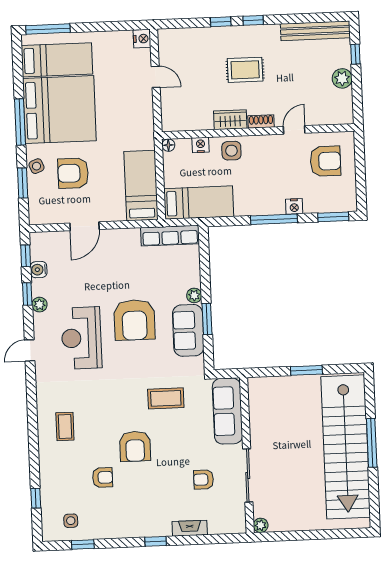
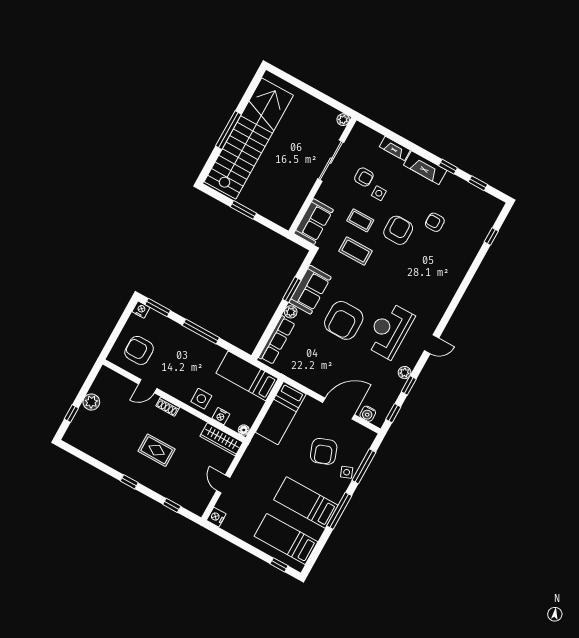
window: (221, 22) -> (172, 505), moved
window: (48, 29) -> (279, 565), width x0.46
bench: (315, 31) -> (90, 447), removed
bed: (59, 110) -> (306, 503), width x0.49
wardrobe: (230, 120) -> (221, 439), moved, width x1.50
armchair: (73, 173) -> (324, 451), turned 70
window: (23, 183) -> (364, 466), width x1.44
nightstand: (294, 206) -> (141, 310), moved
door: (85, 226) -> (339, 409), width x1.36
row of seats: (170, 236) -> (277, 340), moved, turned 90
water cooler: (39, 270) -> (368, 414), moved, turned 90
armchair: (134, 320) -> (344, 320), turned 180
reception desk: (81, 338) -> (389, 331), turned 180
sofa: (227, 411) -> (314, 222), width x0.73
coffee table: (65, 426) -> (360, 220), moved, turned 90
side table: (71, 521) -> (379, 193), moved
fireplace: (147, 527) -> (425, 168), added
window: (156, 541) -> (448, 167), moved

